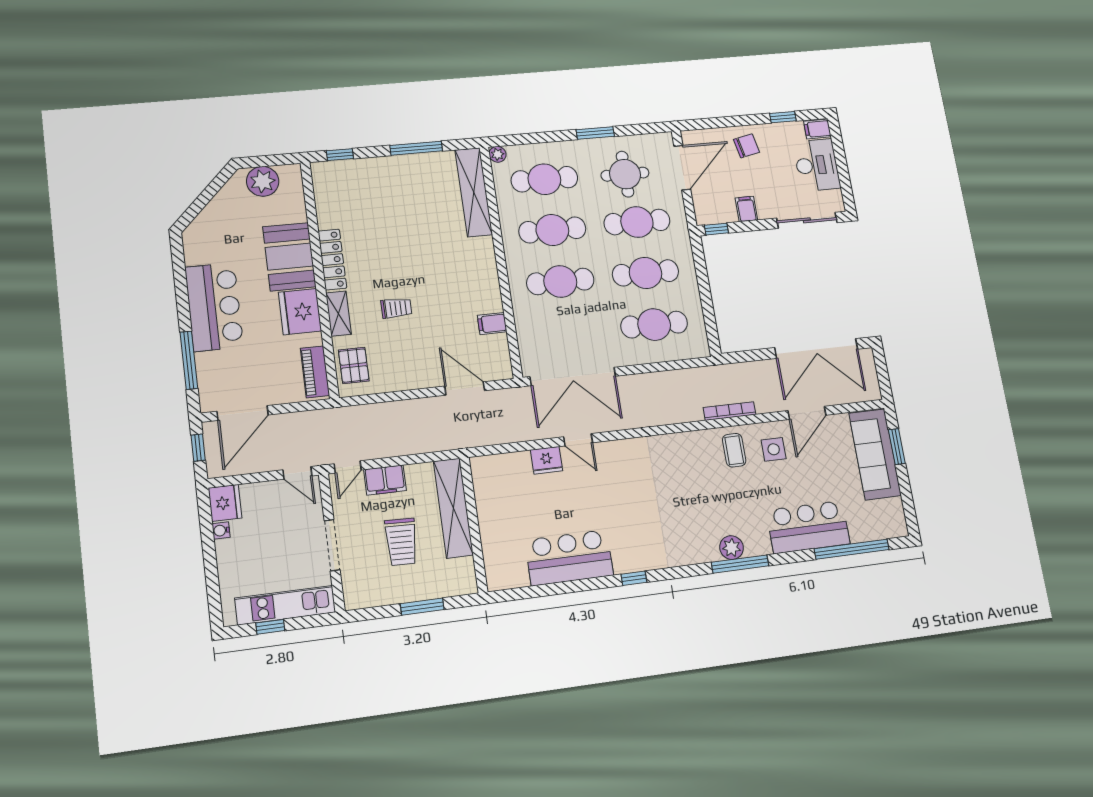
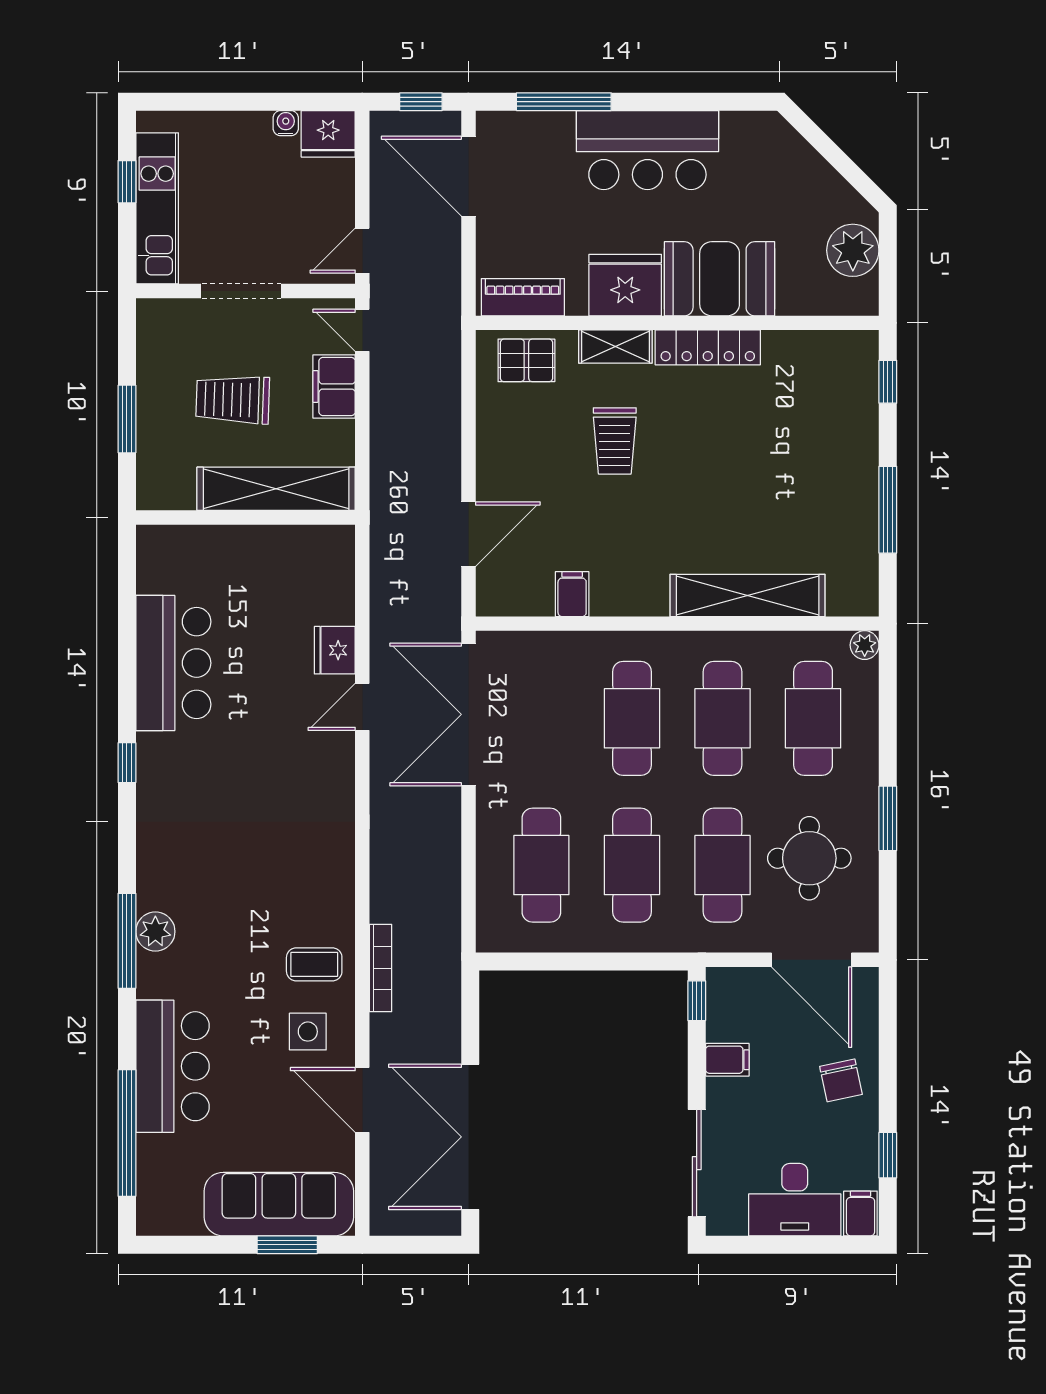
shelving: (474, 192) -> (748, 595), moved
trolley: (396, 308) -> (615, 441), width x1.36, depth x1.39

